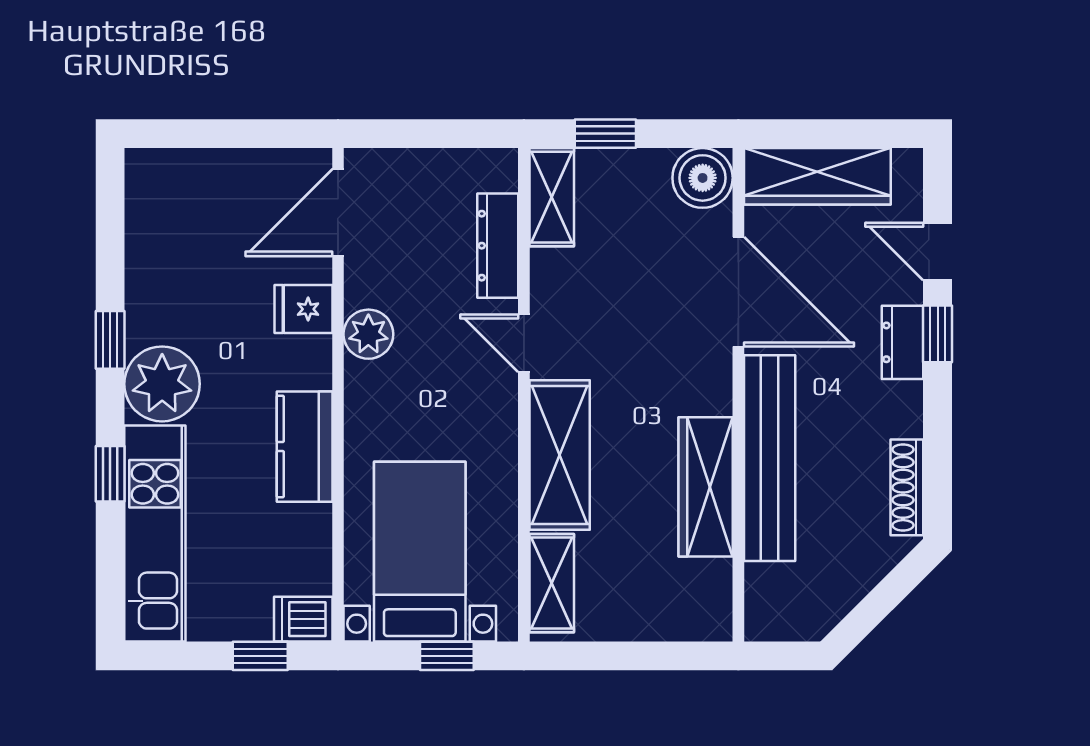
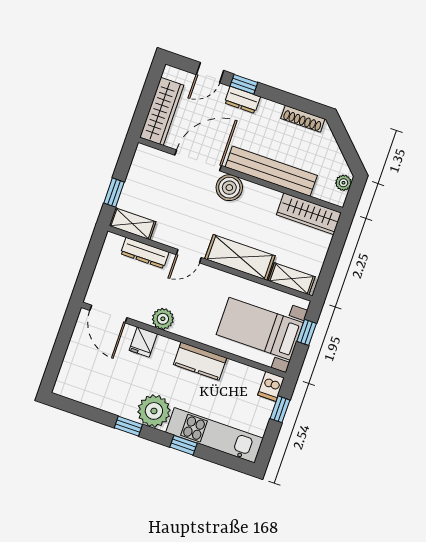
boiler: (703, 178) -> (229, 188), moved
wardrobe: (706, 487) -> (309, 214), moved
plant: (799, 623) -> (343, 183), added

